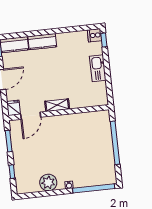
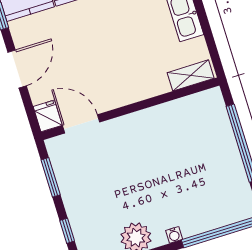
shelving: (57, 105) -> (191, 75), moved
door: (31, 116) -> (81, 124), swing flipped

